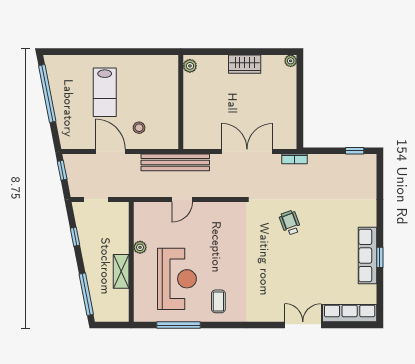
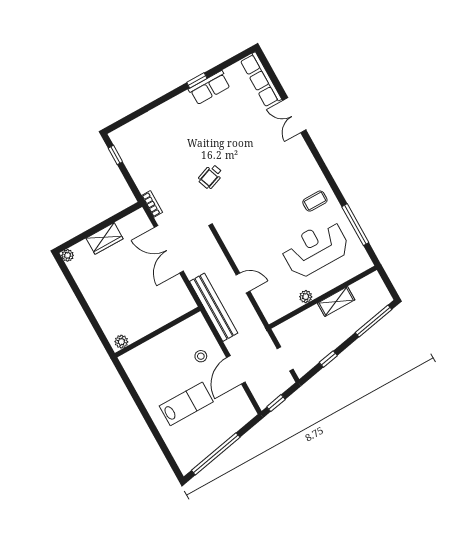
wardrobe: (245, 64) -> (105, 238), moved, turned 90
row of seats: (367, 255) -> (209, 88), width x0.68

